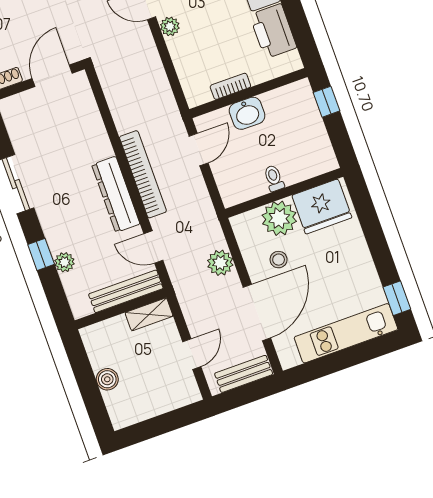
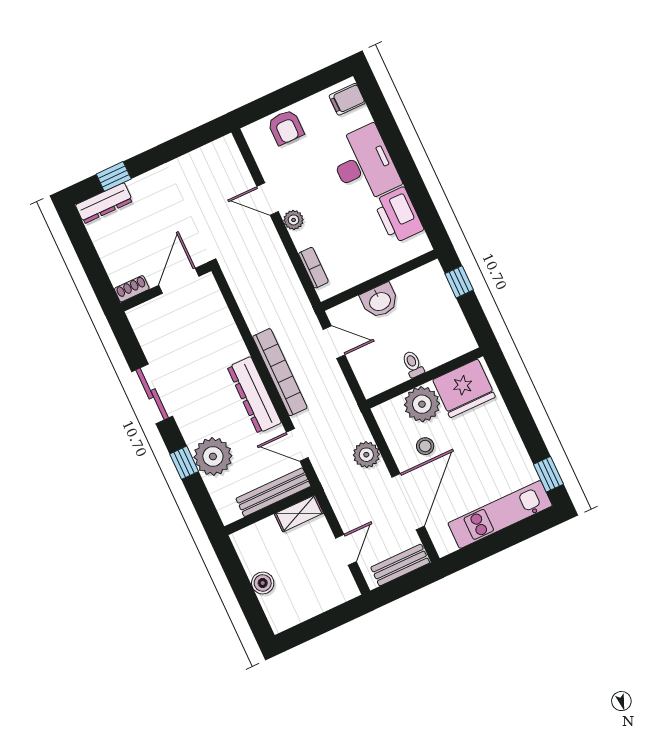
bookcase: (230, 86) -> (313, 268), moved, turned 90
door: (199, 150) -> (334, 342), hinge flipped
plant: (64, 262) -> (213, 456), width x1.88, depth x1.88

